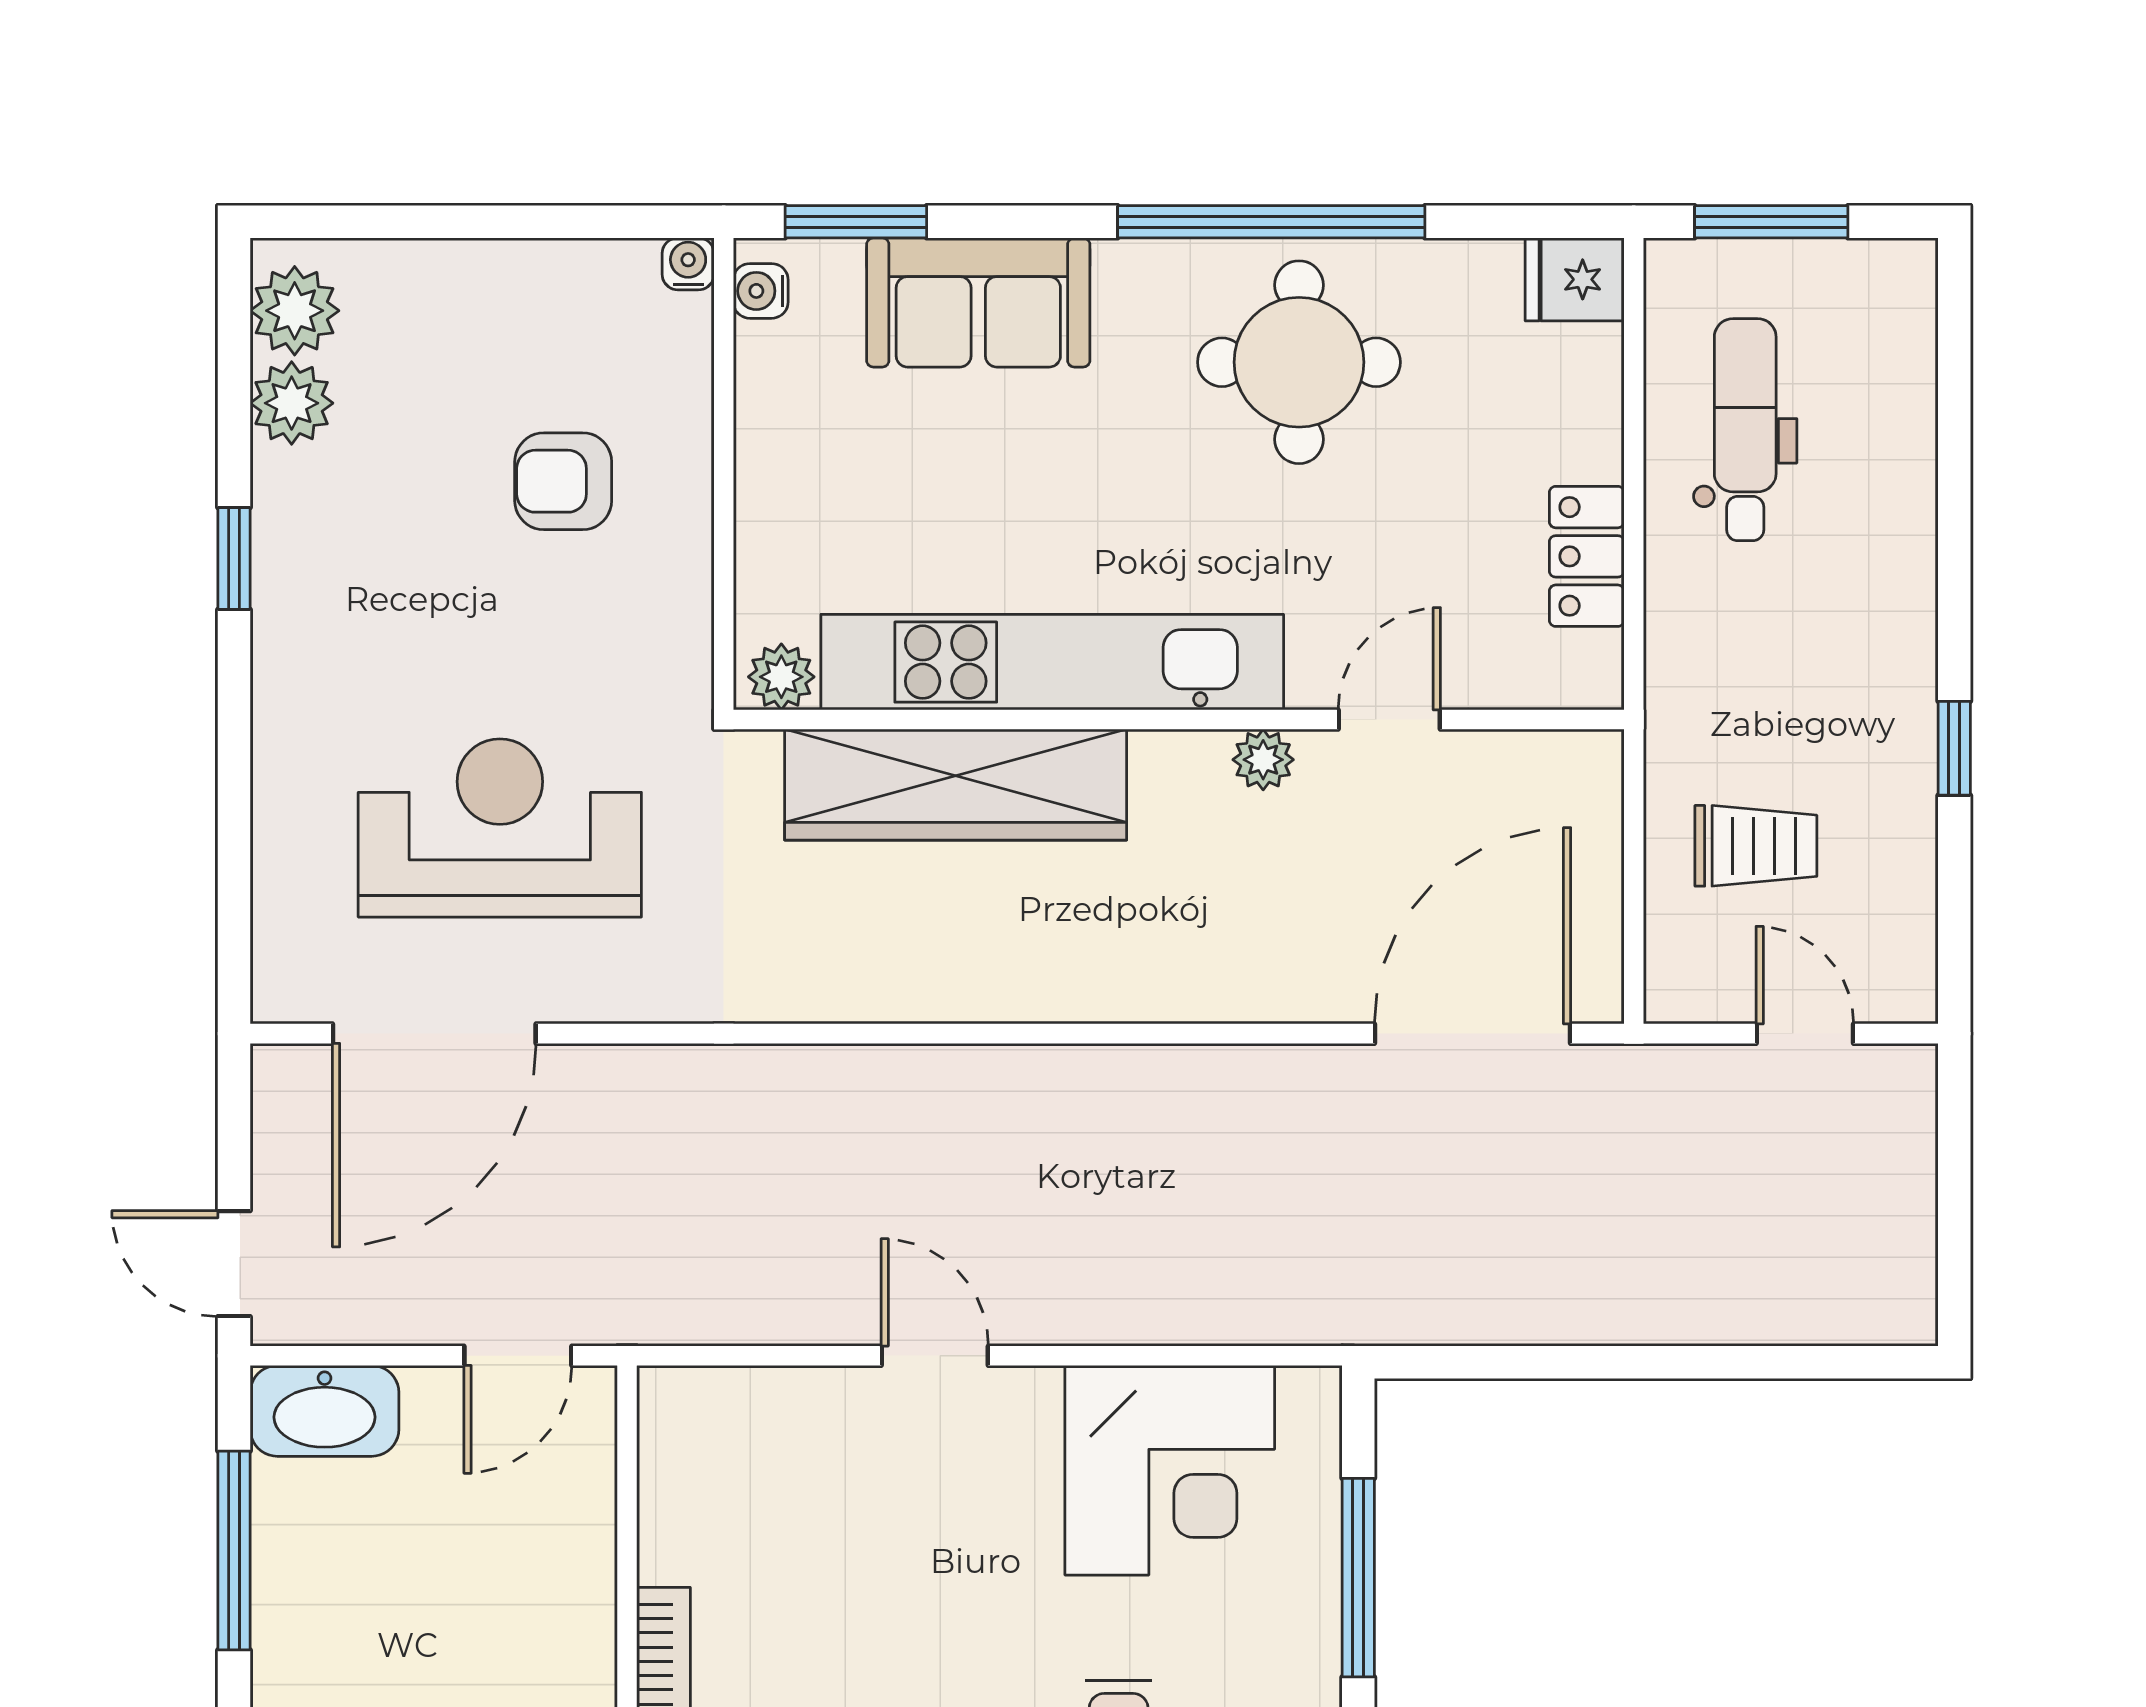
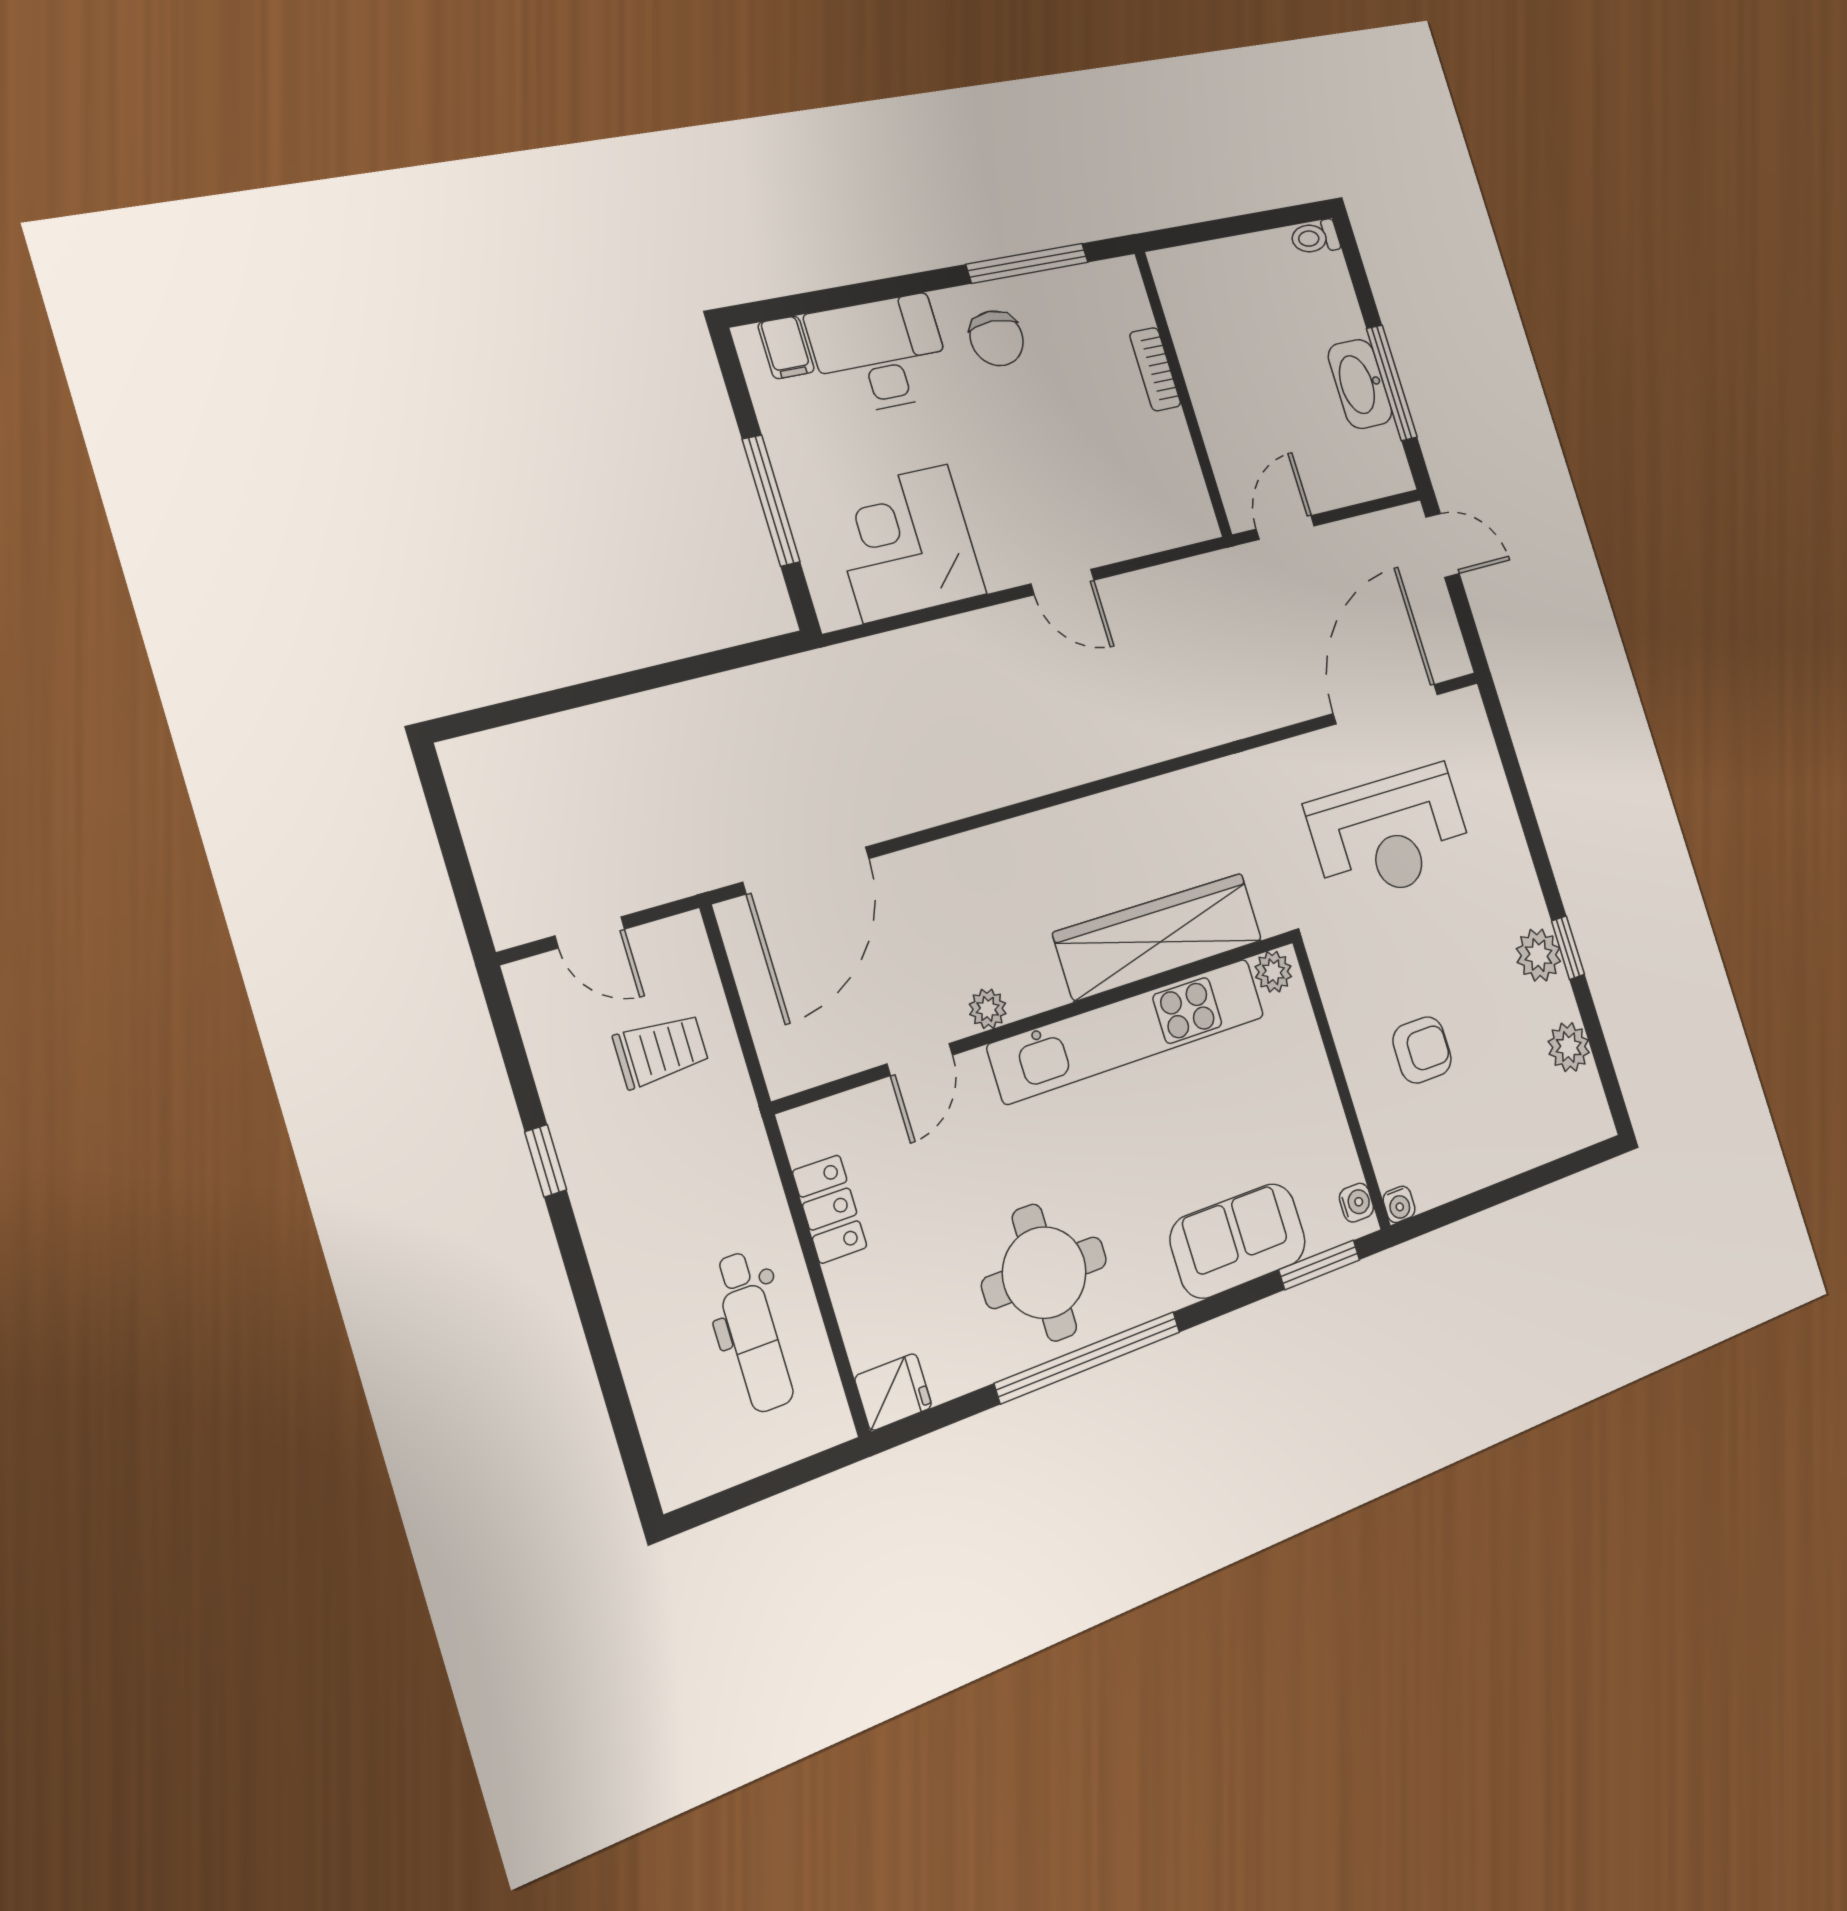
window: (1771, 222) -> (779, 1481), removed
plant: (295, 311) -> (1538, 955), moved
trolley: (1756, 846) -> (661, 1050), turned 180
washbasin: (325, 1411) -> (1360, 384), moved, turned -90

